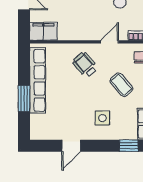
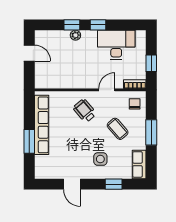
filing cabinet: (43, 31) -> (47, 80), removed
door: (71, 146) -> (72, 184), hinge flipped
window: (129, 146) -> (114, 184), moved

